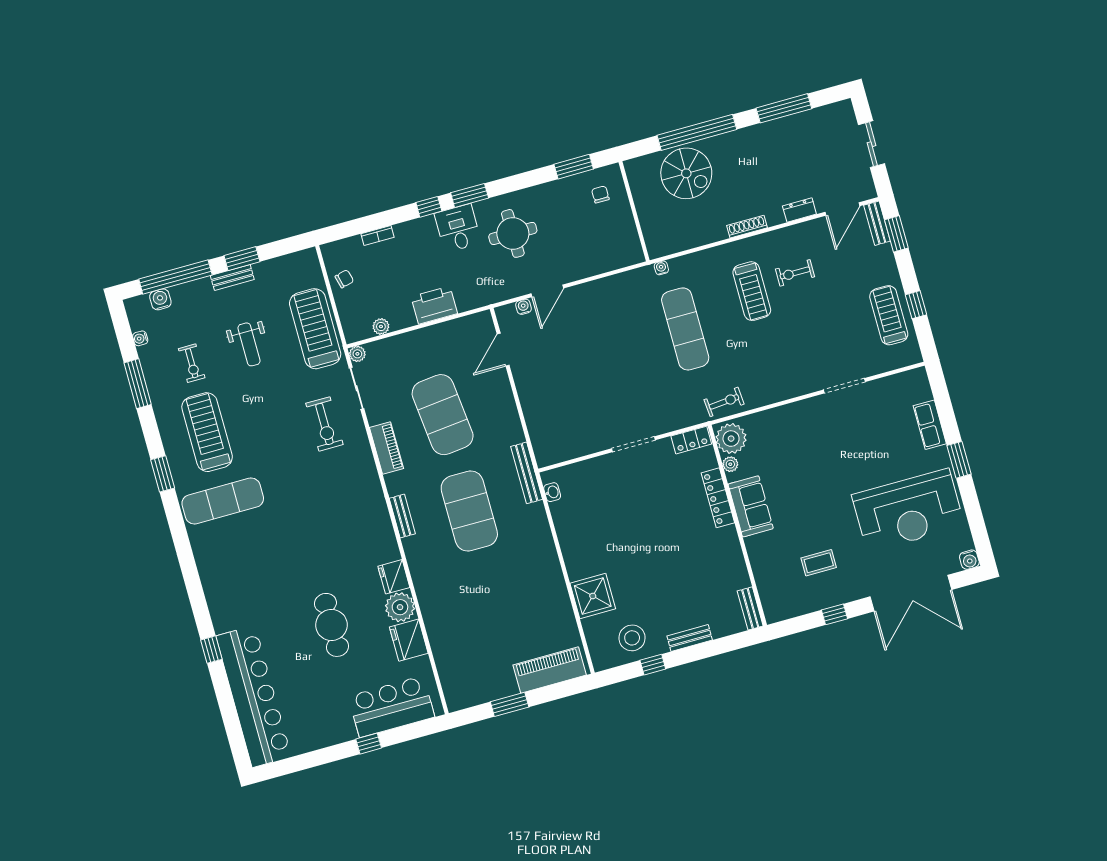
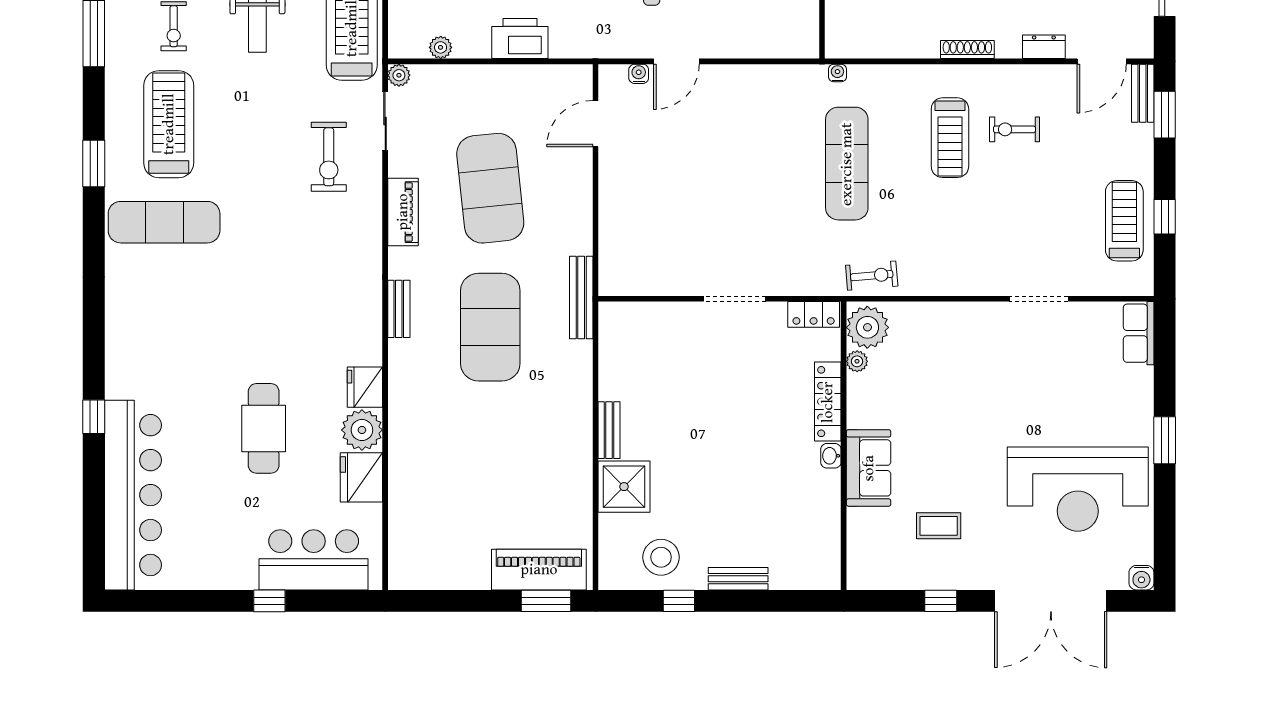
row of seats: (930, 425) -> (1139, 333), moved
washbasin: (552, 492) -> (831, 456), moved, turned 180
sofa: (751, 506) -> (869, 468), moved
bench: (750, 608) -> (609, 430), moved
window: (510, 704) -> (546, 601), moved

